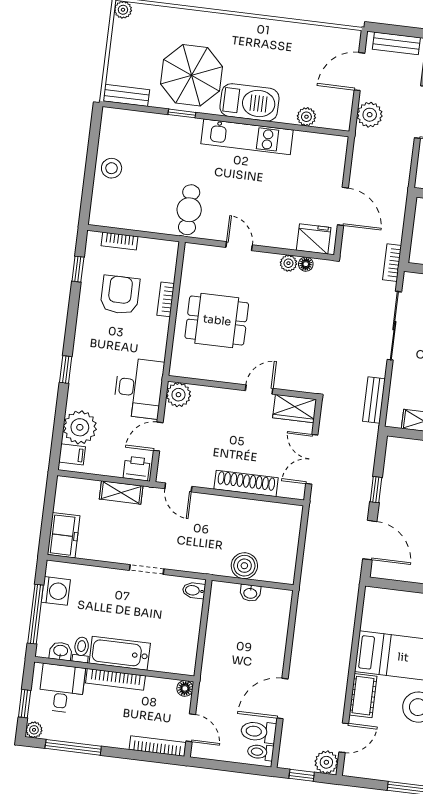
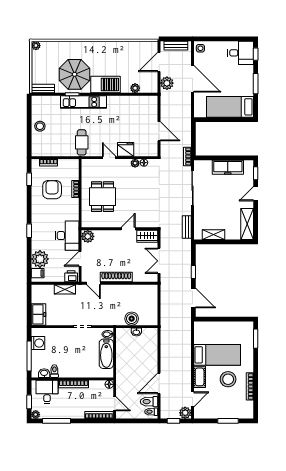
kitchen unit: (247, 137) -> (84, 102), moved
fridge: (314, 239) -> (126, 149), moved
dining table: (217, 320) -> (102, 197), turned 90
shoe rack: (246, 483) -> (116, 277), moved
bathtub: (120, 653) -> (106, 354), moved, turned -90

